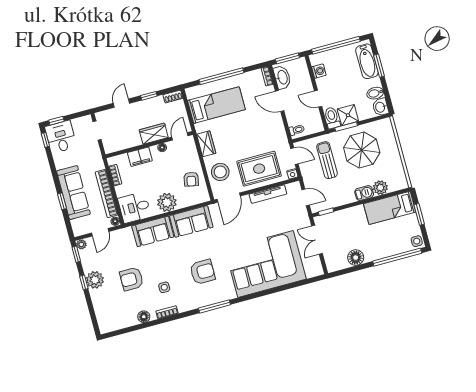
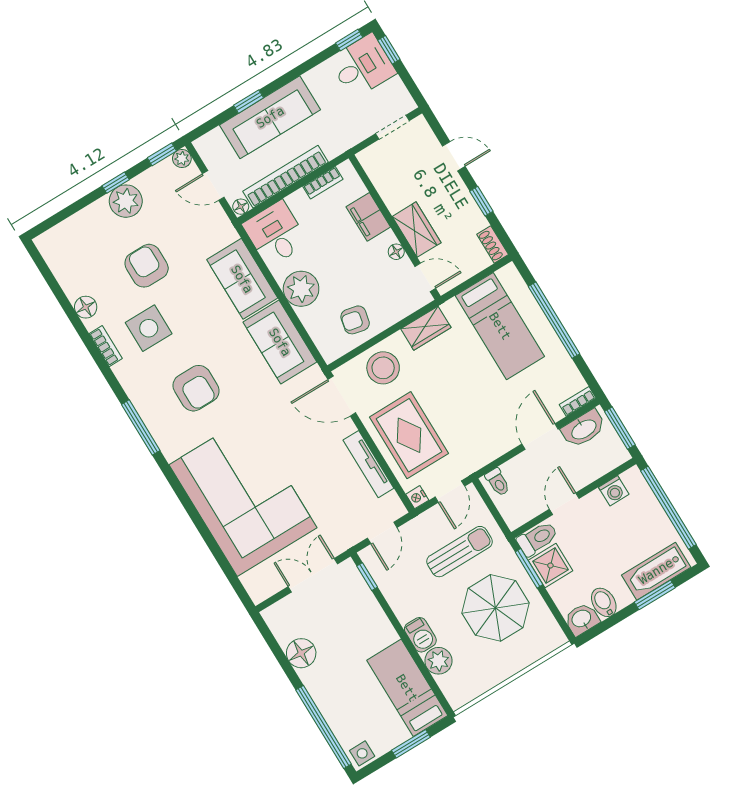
side table: (164, 287) -> (149, 328), width x1.87, depth x1.87

